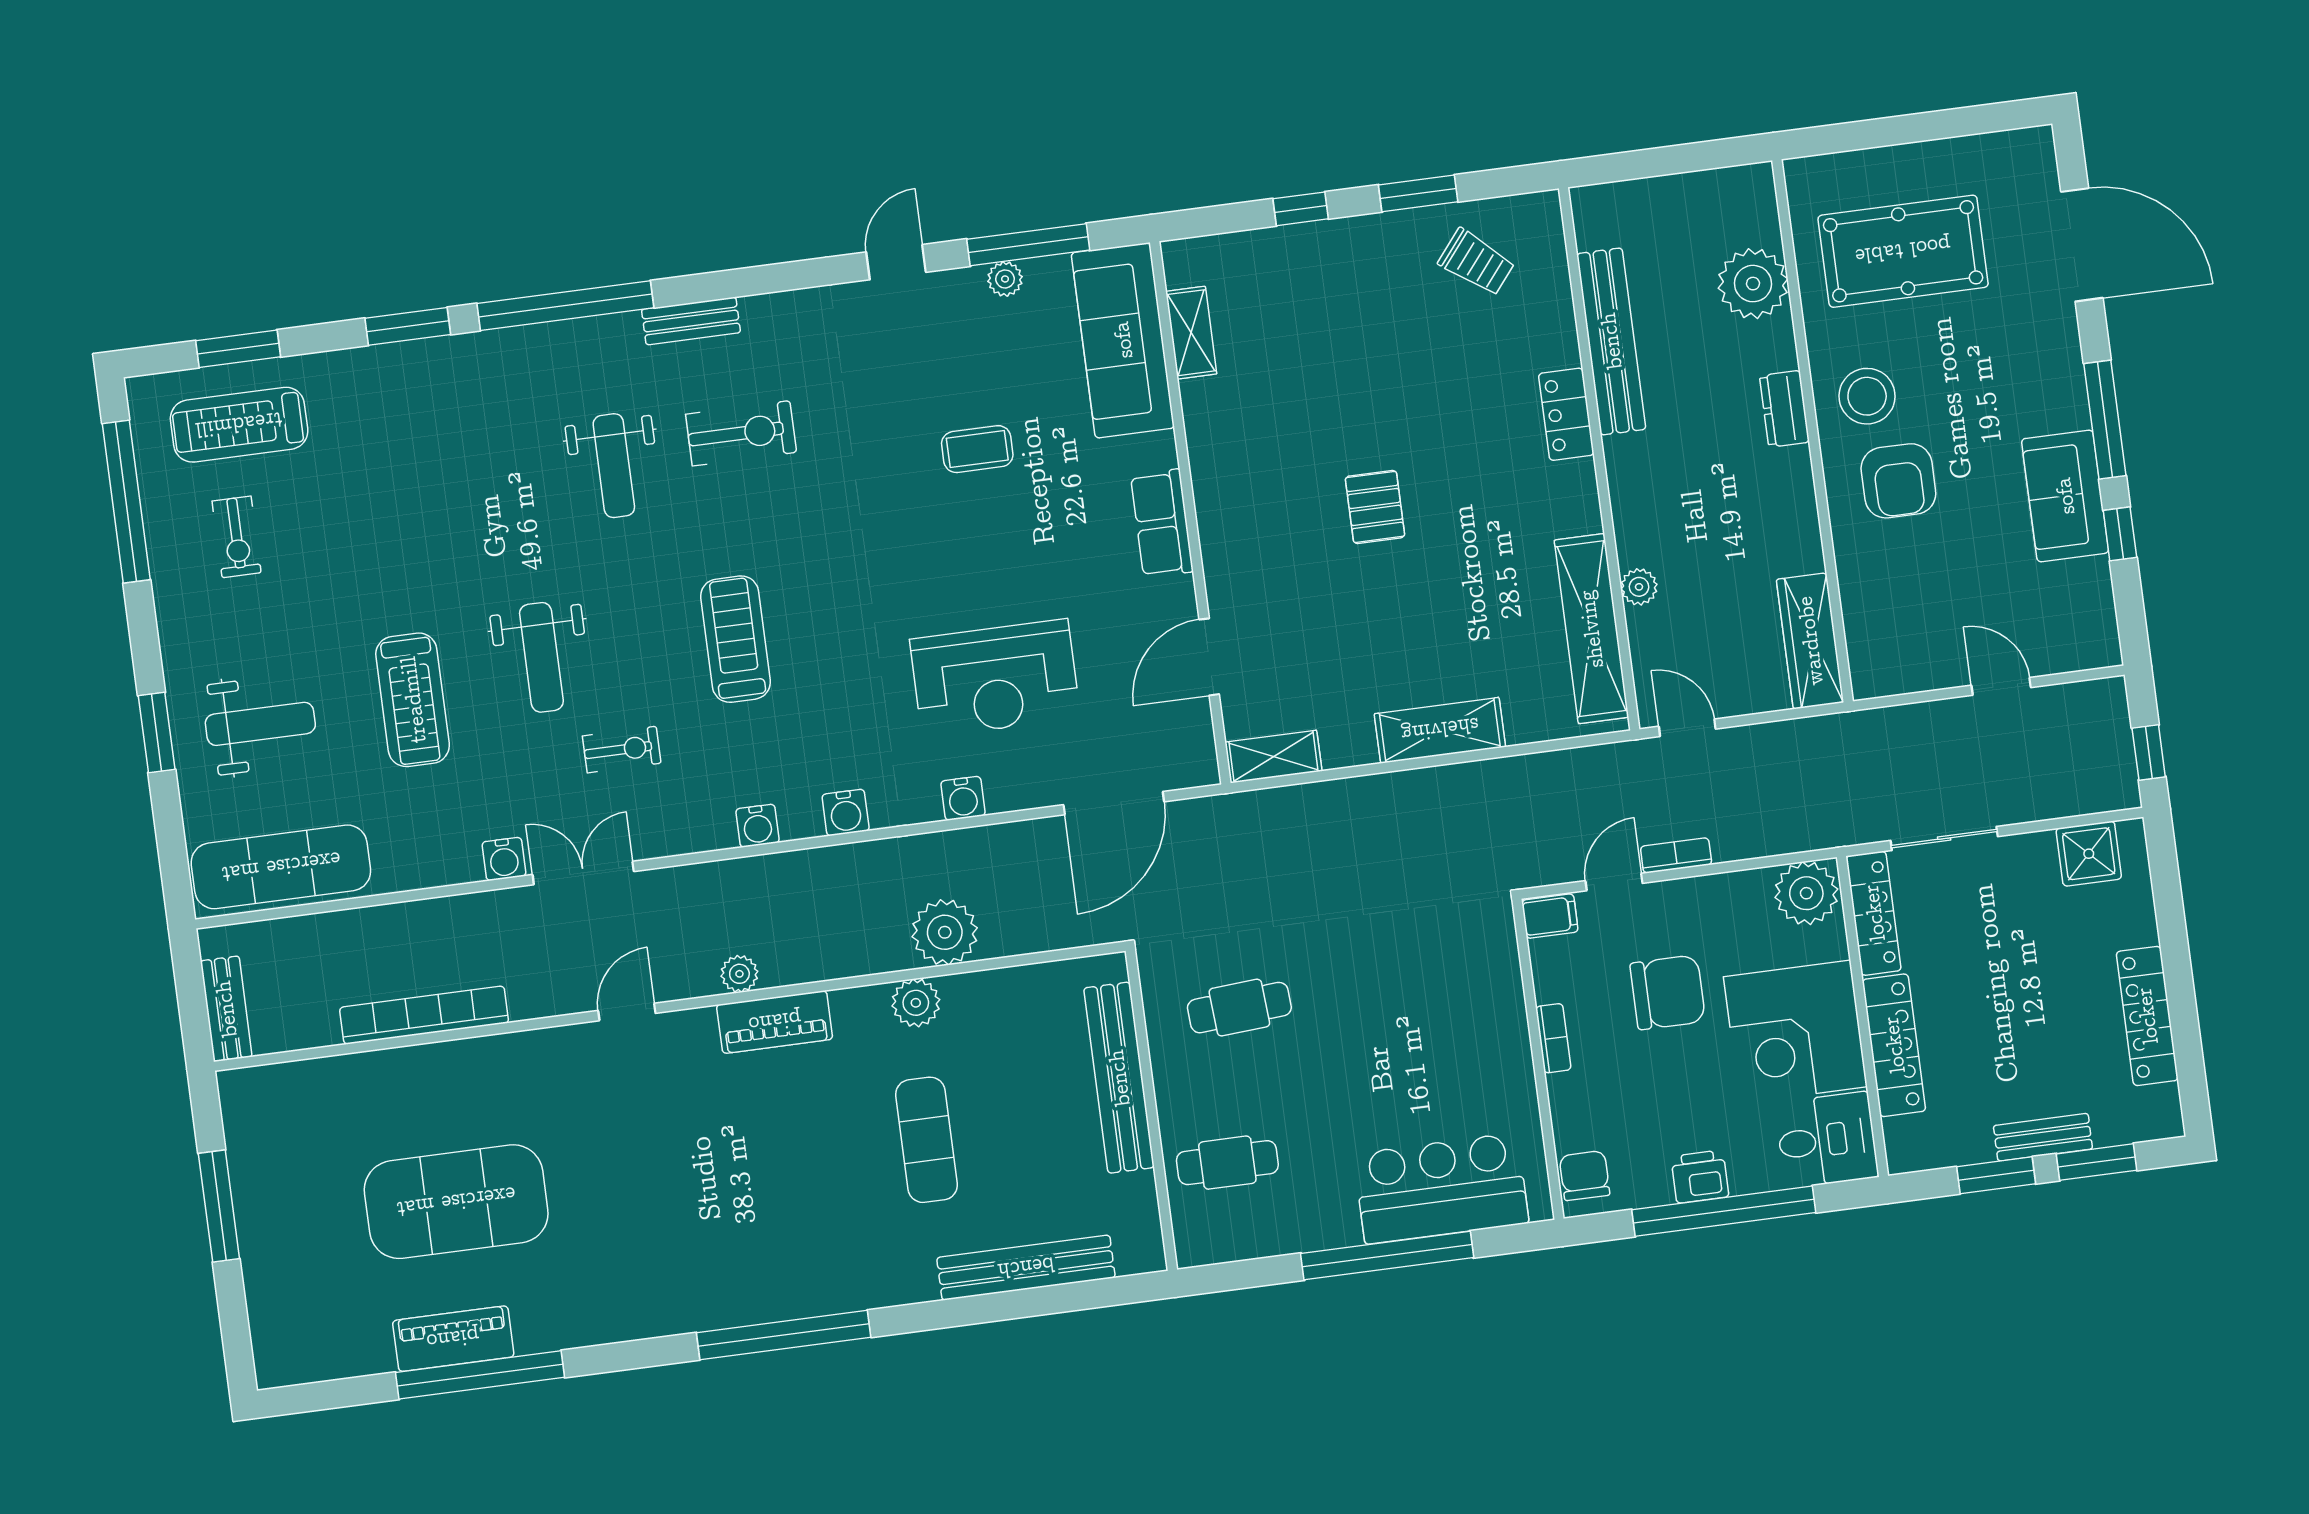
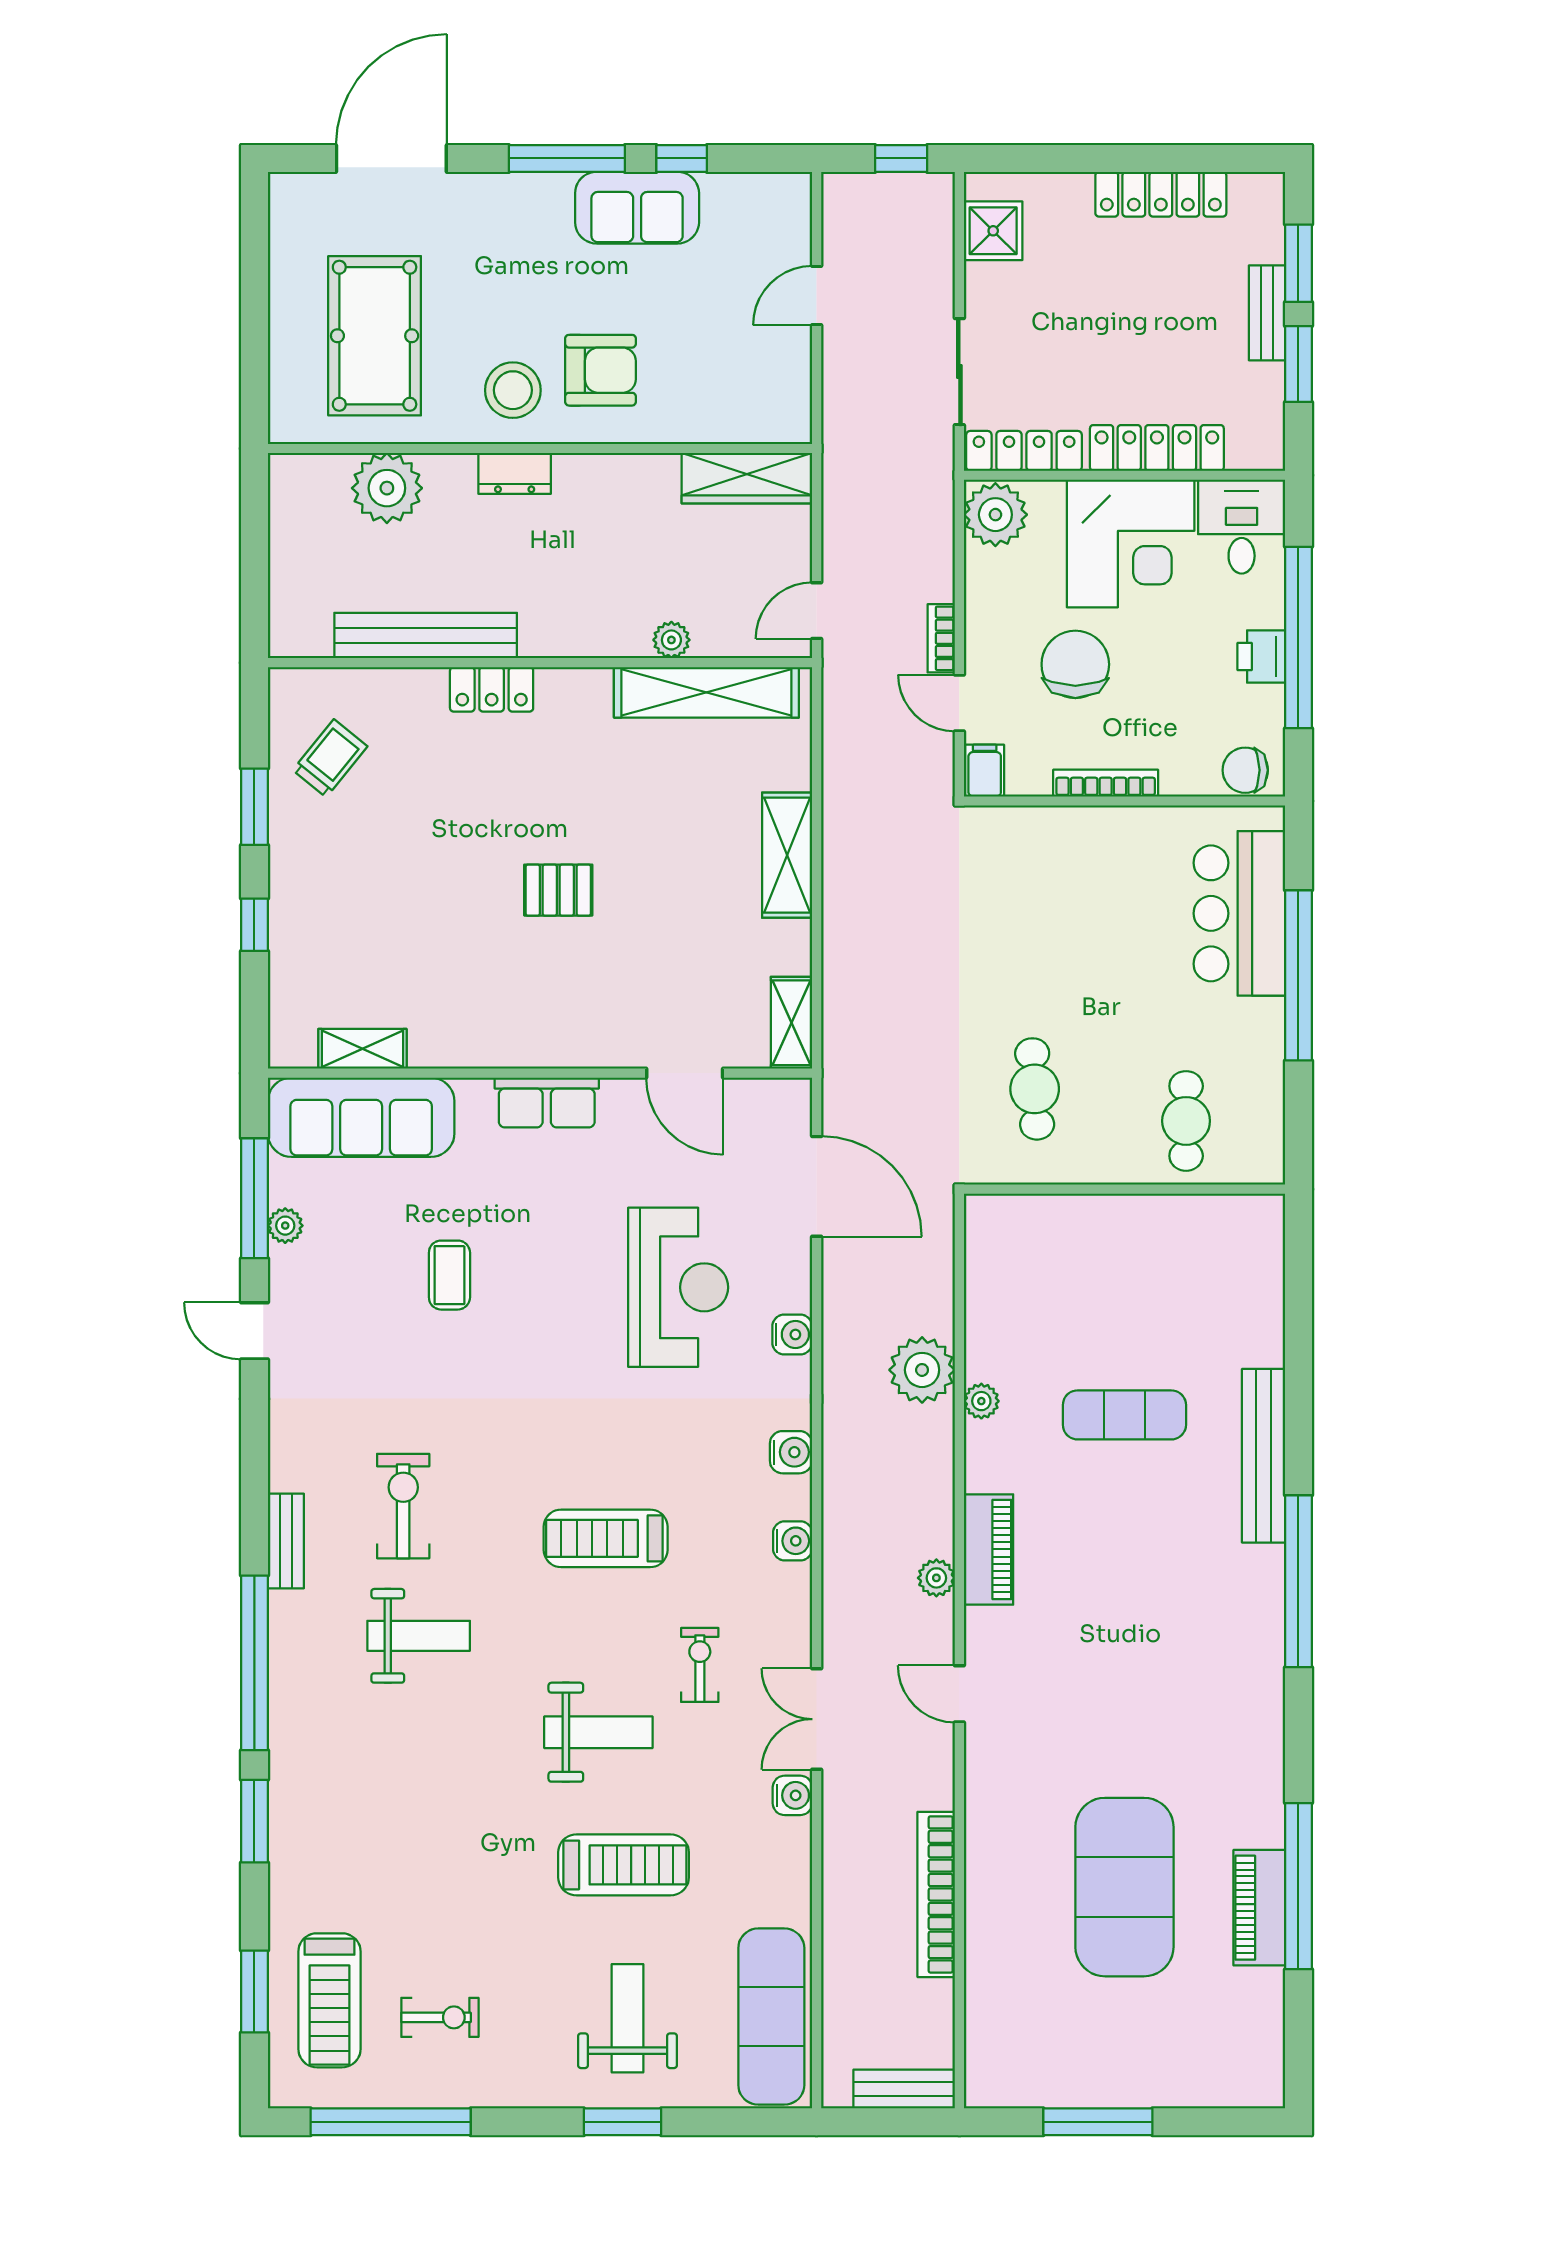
plant: (916, 1003) -> (981, 1401), width x0.73, depth x0.73
bookcase: (1553, 1038) -> (1106, 783), width x1.56
bench: (1119, 1078) -> (1088, 1217), removed
bench: (1026, 1268) -> (1263, 1456), moved

